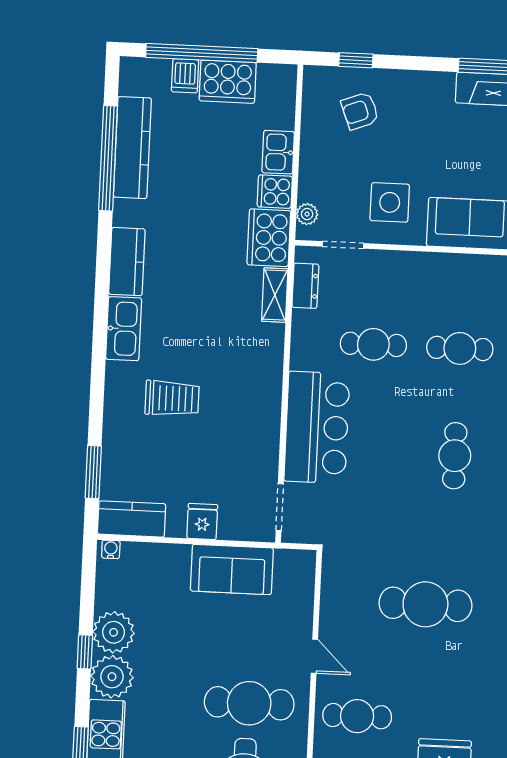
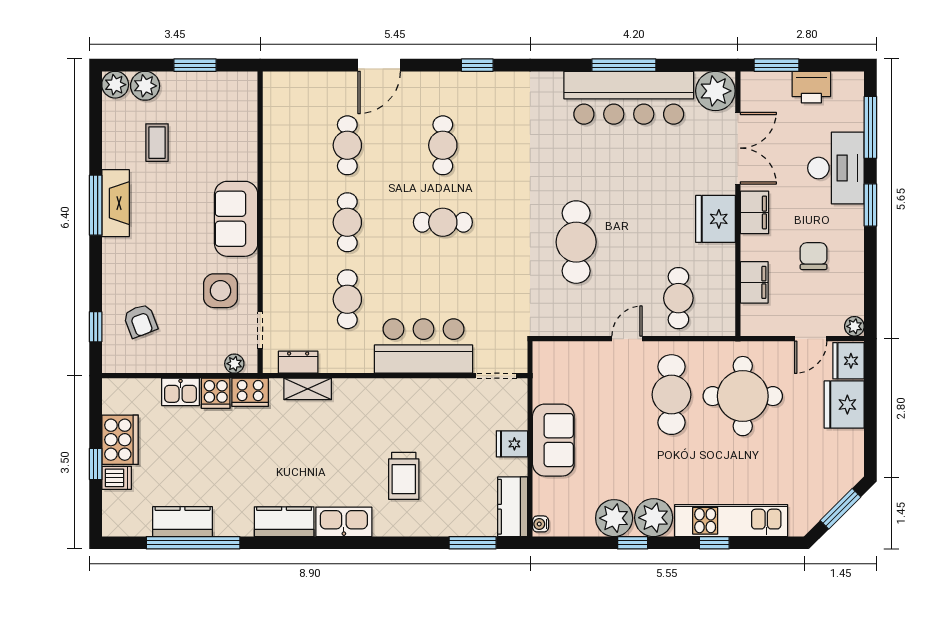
window: (202, 53) -> (96, 464), width x0.32
kitchen counter: (132, 148) -> (183, 522), width x0.67
cooker: (269, 238) -> (250, 392), width x0.73, depth x0.76
trolley: (172, 398) -> (404, 476), turned 180
sofa: (232, 569) -> (553, 440), moved

